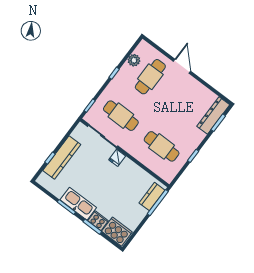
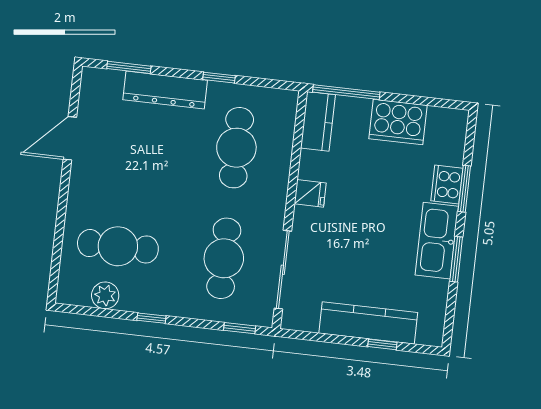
door: (182, 66) -> (70, 138), moved
dresser: (213, 115) -> (165, 90), moved
fridge: (117, 158) -> (310, 193), moved
kitchen counter: (152, 197) -> (318, 121), moved, turned -90
cooker: (117, 232) -> (398, 122), moved, turned -90

